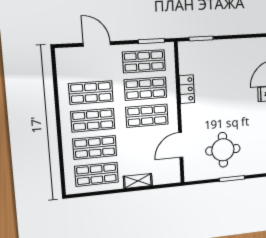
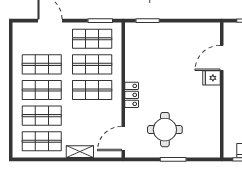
locker: (187, 89) -> (132, 95), moved
door: (181, 145) -> (123, 139), moved

